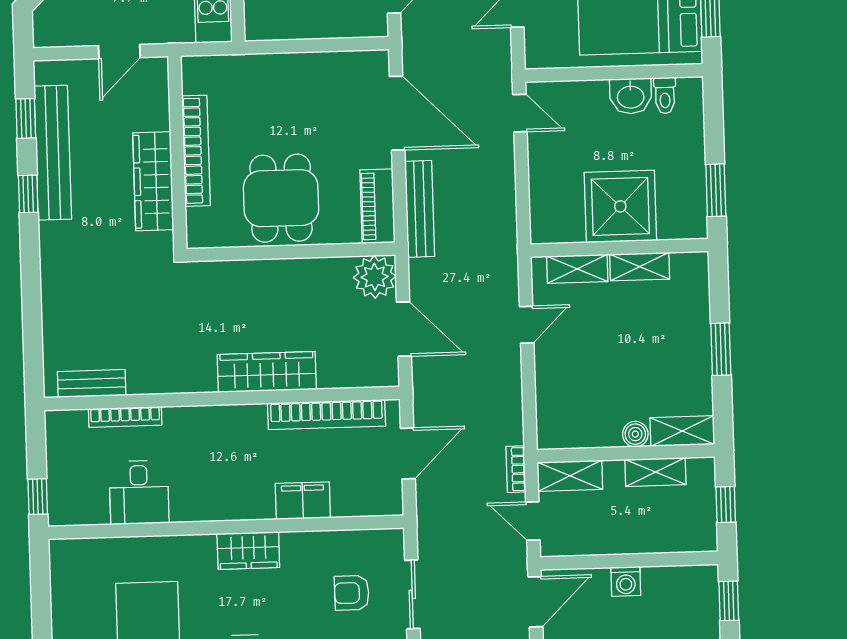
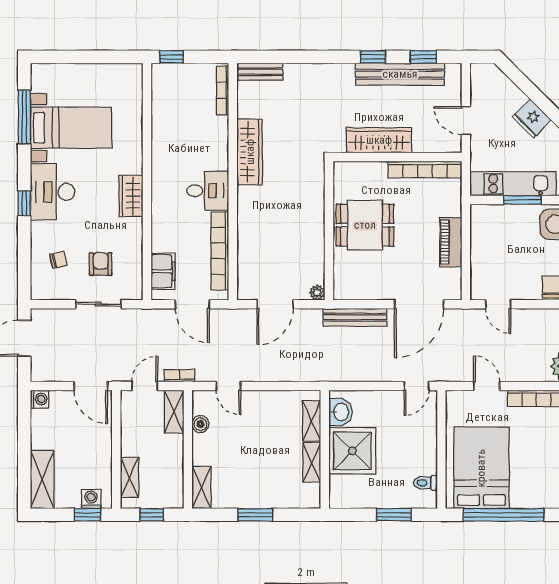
washbasin: (631, 96) -> (341, 412), moved, turned 180
bookcase: (196, 151) -> (425, 169), moved
window: (716, 190) -> (394, 515), moved
piano: (377, 206) -> (451, 242), moved, turned -90
plant: (375, 277) -> (317, 293), width x0.53, depth x0.53
door: (527, 325) -> (228, 386), moved
wardrobe: (267, 372) -> (250, 152), moved
bench: (92, 383) -> (260, 72), moved, turned 90
bookcase: (125, 417) -> (223, 90), moved
boiler: (635, 434) -> (200, 424), moved
shelving: (655, 472) -> (129, 477), moved
desk: (139, 492) -> (208, 191), moved, turned 180
filing cabinet: (303, 501) -> (163, 271), moved
washing machine: (626, 581) -> (91, 499), moved, turned 90

